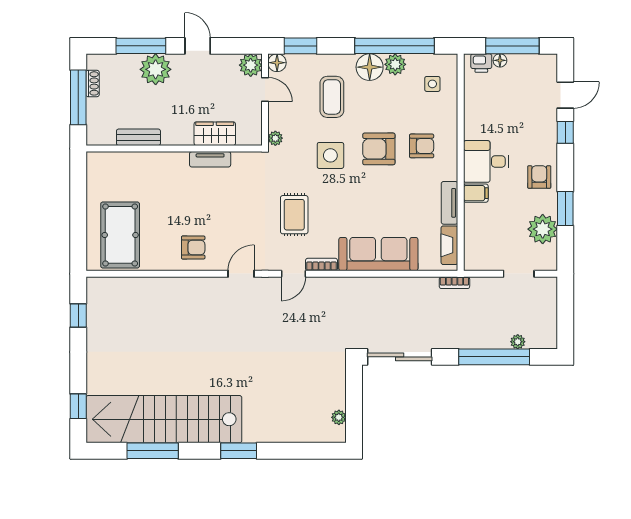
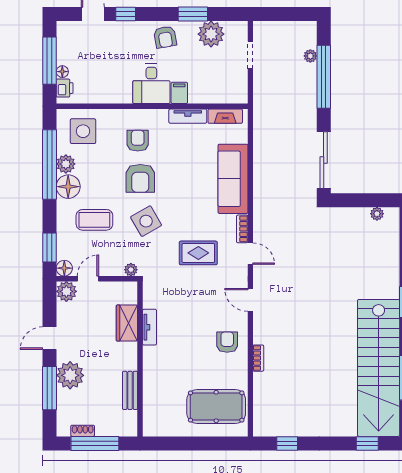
side table: (432, 84) -> (83, 131), width x1.87, depth x1.87
side table: (330, 155) -> (146, 221), turned -30
armchair: (539, 177) -> (165, 37), turned -100
bookcase: (454, 283) -> (258, 358), moved

